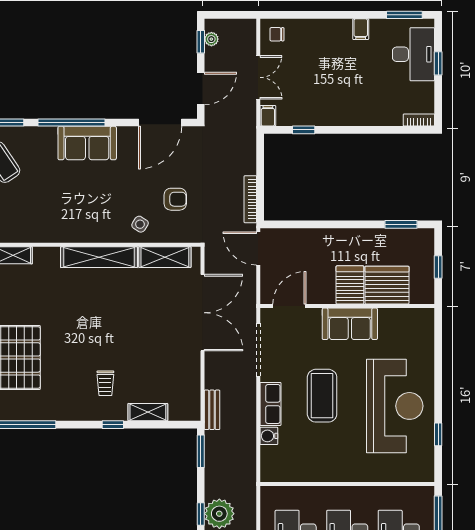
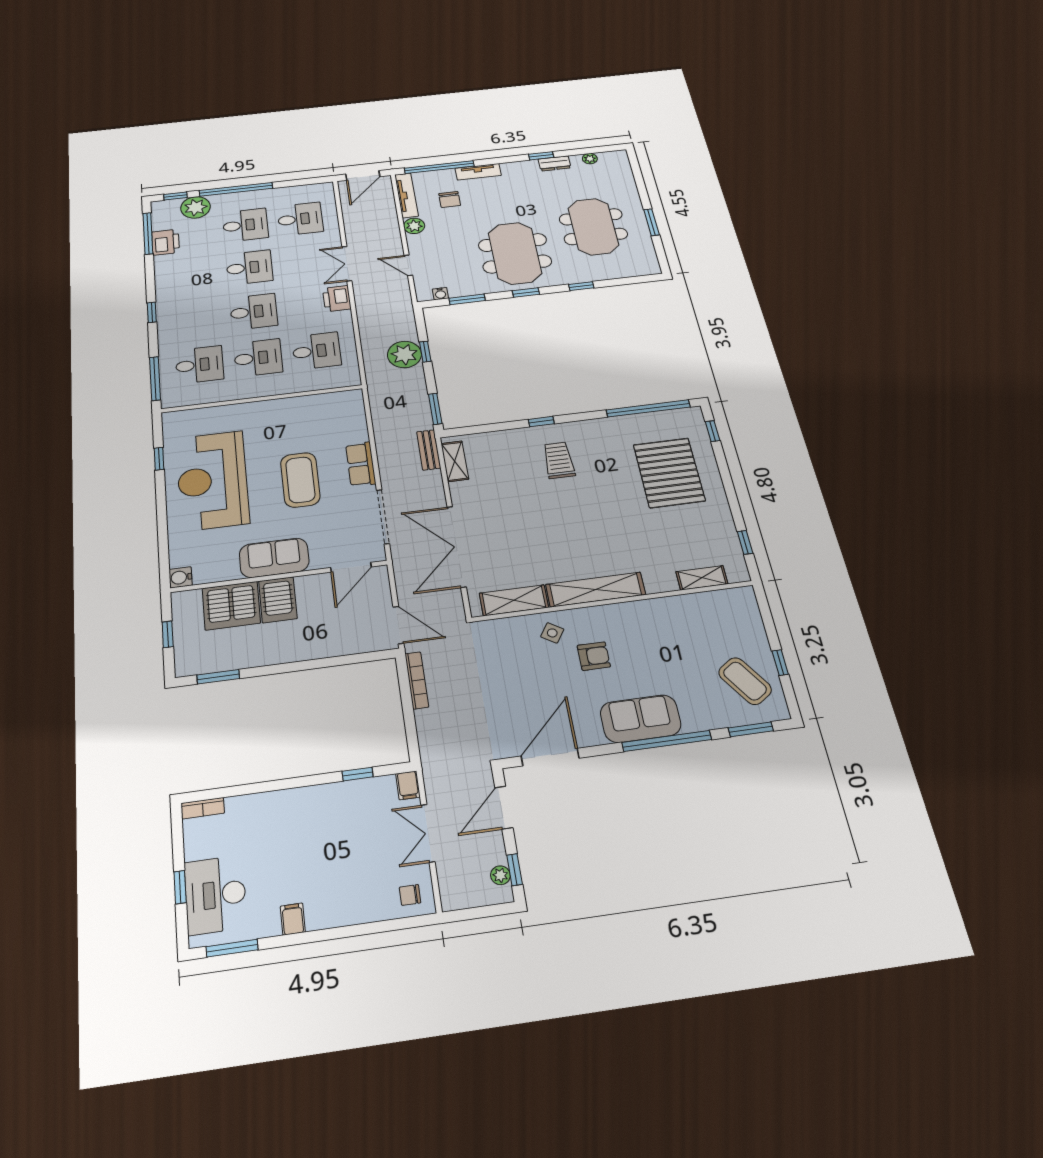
chair: (277, 34) -> (410, 895), turned 180
armchair: (175, 199) -> (594, 656), moved, turned 180
trolley: (105, 383) -> (559, 460), width x1.36, depth x1.39
shelving: (148, 412) -> (455, 461), moved, turned 90
water cooler: (269, 436) -> (181, 577), moved, turned 180

